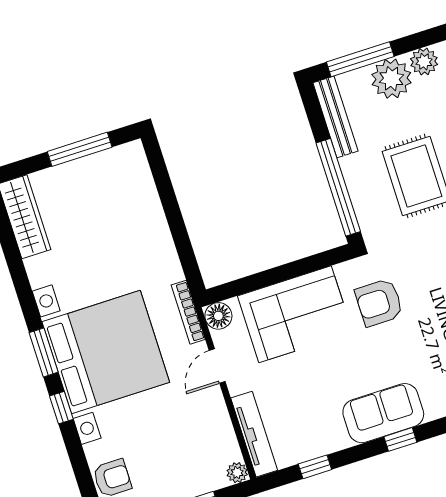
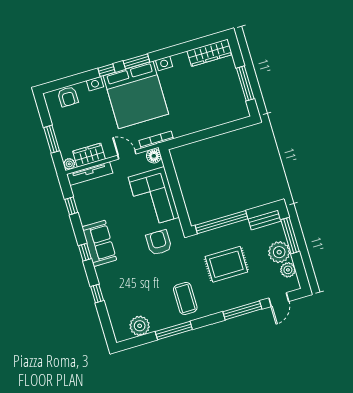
bench: (335, 117) -> (265, 220), width x0.73
wardrobe: (220, 436) -> (89, 155), added

